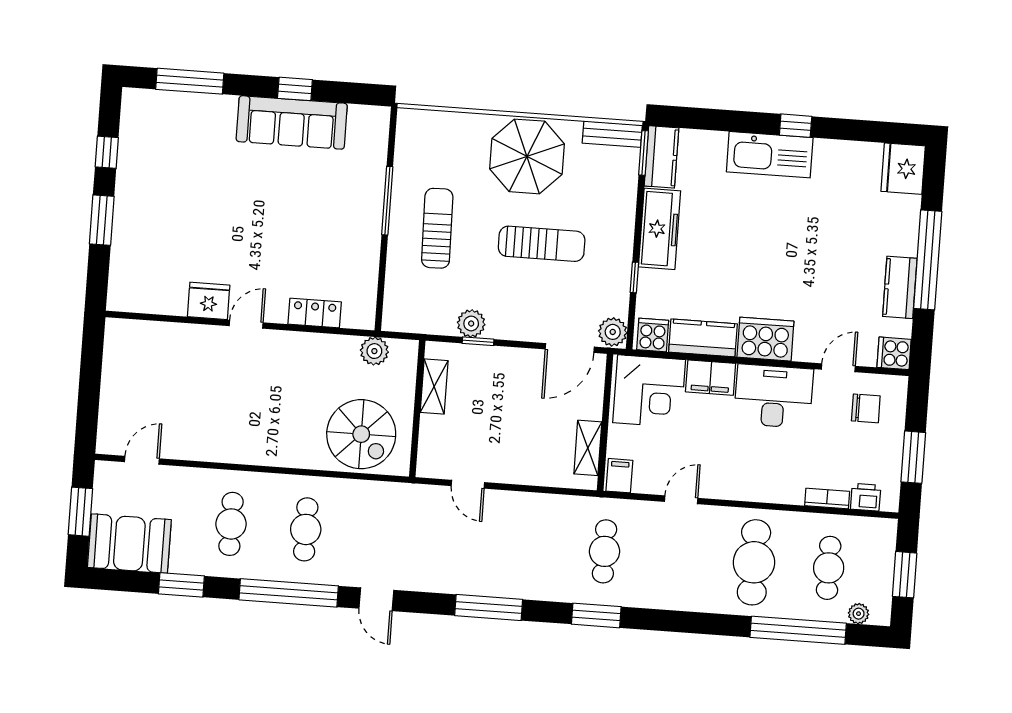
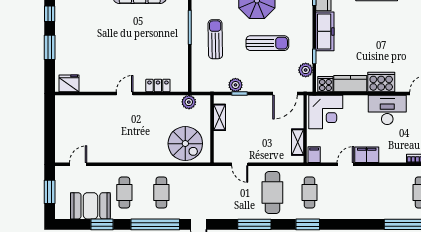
fridge: (209, 301) -> (69, 83), moved
plant: (613, 332) -> (306, 70), moved
filing cabinet: (711, 378) -> (367, 155), moved, turned 180
booth: (129, 544) -> (90, 206), moved
cafe table: (754, 562) -> (272, 192), moved

